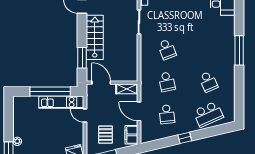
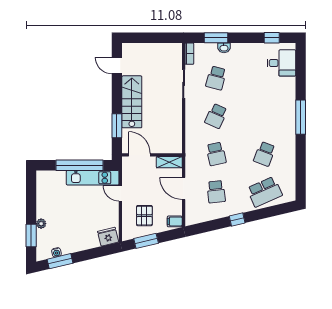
school desk: (167, 17) -> (216, 78), added
school desk: (167, 49) -> (216, 116), turned 45
school desk: (208, 82) -> (265, 154), turned 45
filing cabinet: (131, 135) -> (175, 221), width x0.50

